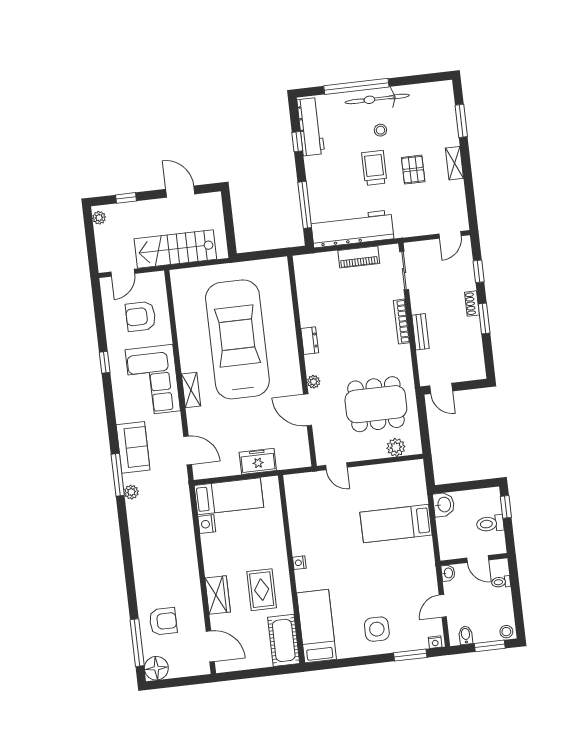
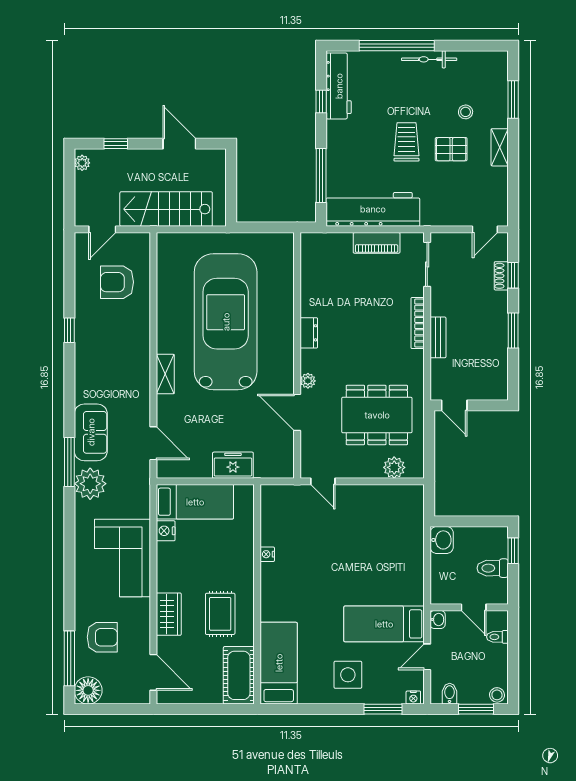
bicycle: (377, 99) -> (429, 59), width x0.73, depth x0.71
stool: (380, 130) -> (466, 112), moved
pallet: (413, 170) -> (451, 149), turned 90
shoe rack: (472, 304) -> (501, 276), moved
corner sofa: (153, 380) -> (123, 558), moved
plant: (131, 492) -> (90, 484), width x1.88, depth x1.88
bed: (396, 524) -> (384, 624), moved
nightstand: (299, 563) -> (267, 554), moved

